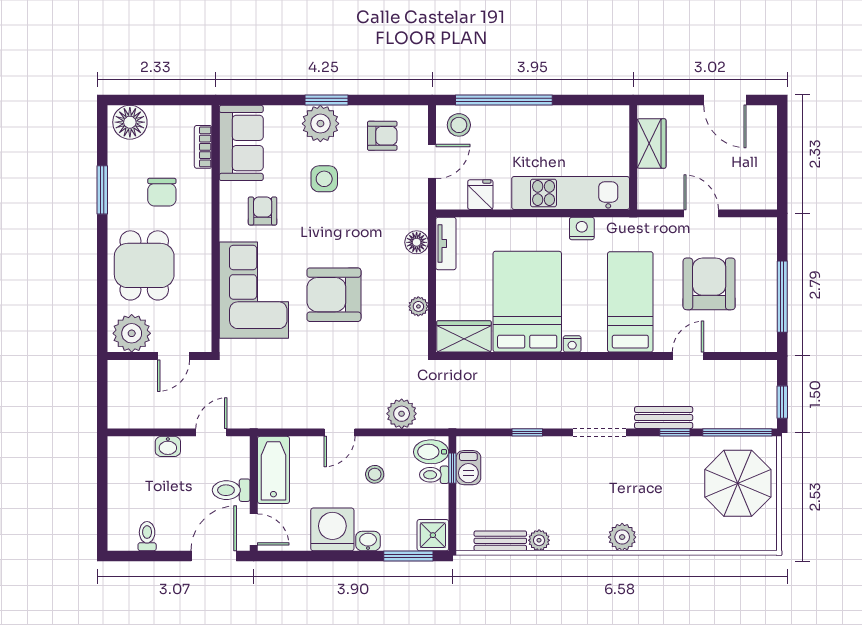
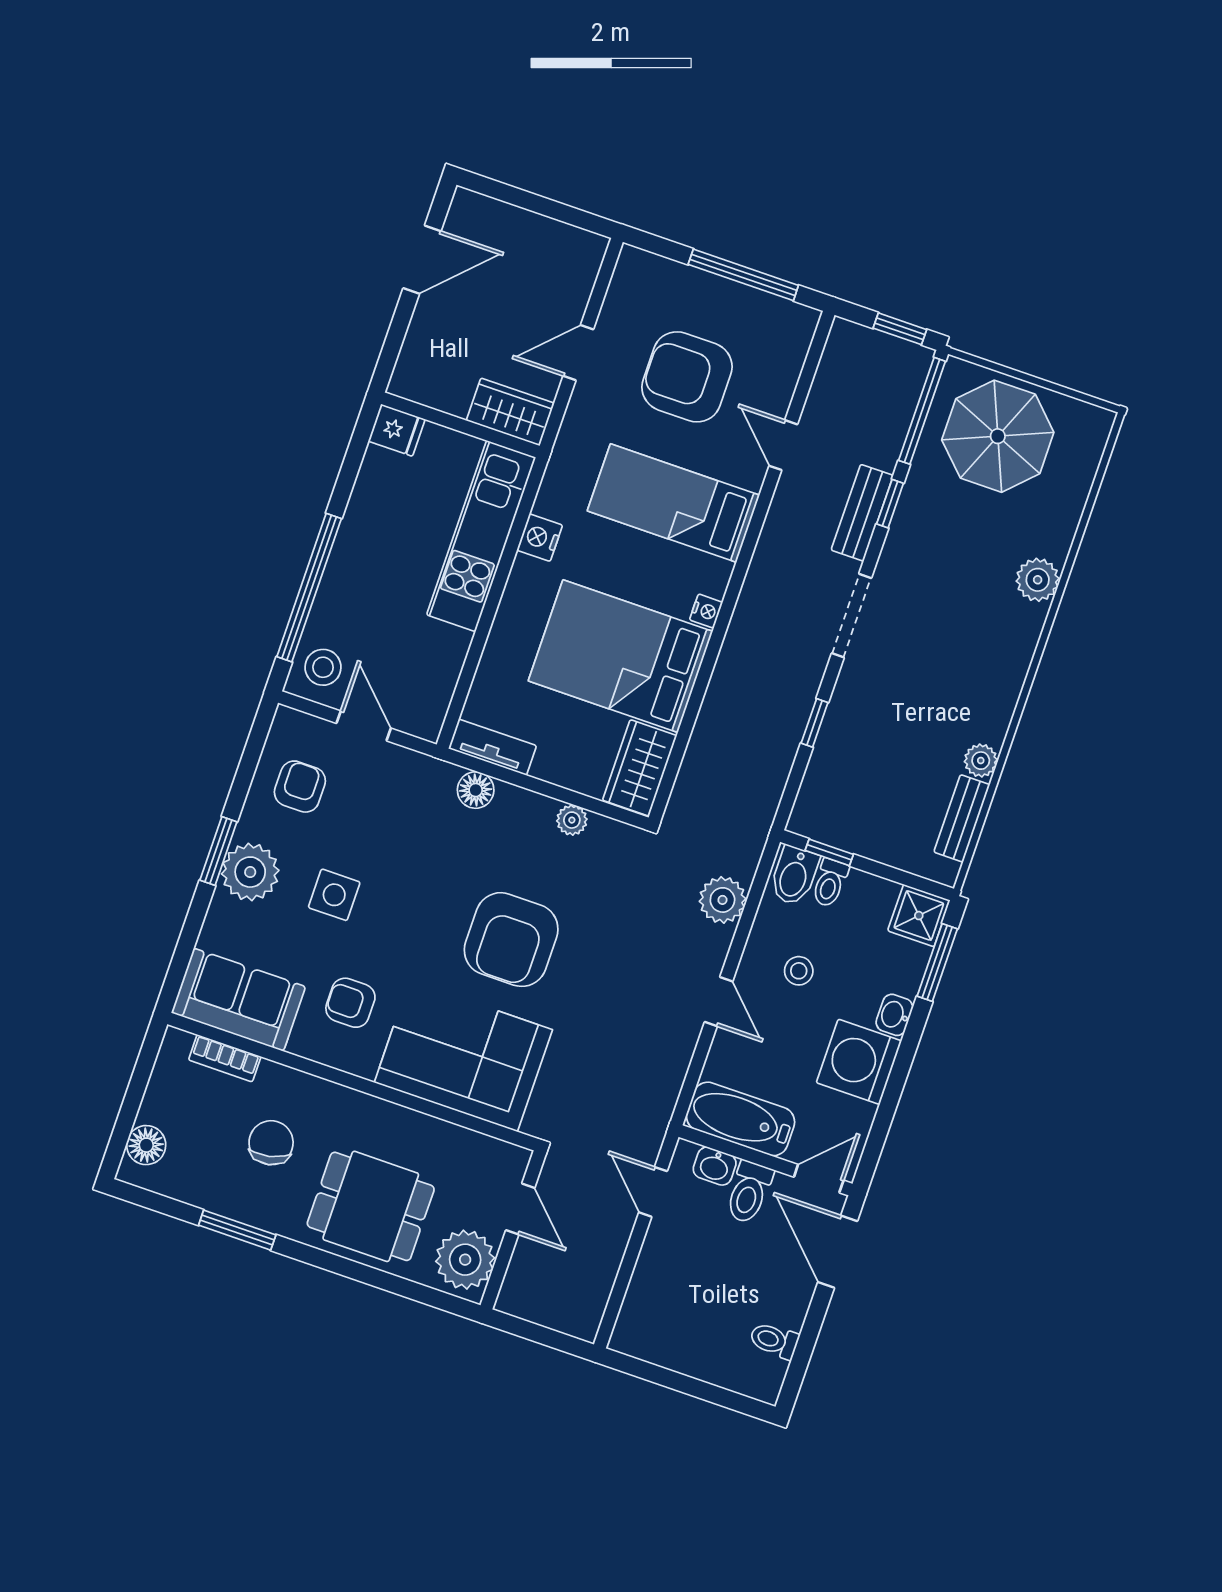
floor lamp: (130, 122) -> (146, 1145), width x0.73, depth x0.73
wardrobe: (651, 143) -> (510, 412), moved
chair: (162, 192) -> (271, 1143), turned -102
fridge: (480, 195) -> (397, 430), moved, turned 180
washbasin: (168, 446) -> (715, 1166), moved, turned 90
barbecue: (468, 468) -> (837, 828), removed
plant: (622, 537) -> (1038, 580), moved

